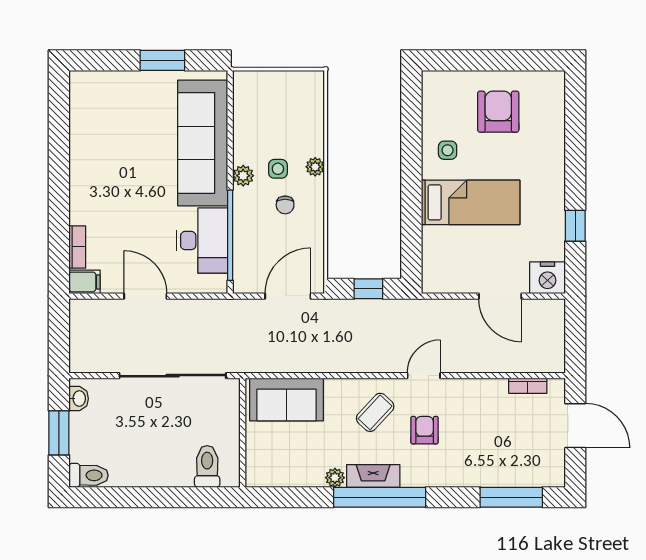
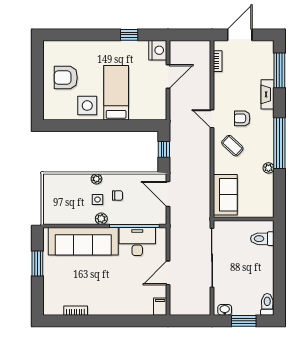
side table: (448, 150) -> (87, 106), width x1.87, depth x1.87
bookcase: (77, 247) -> (76, 311), moved
fireplace: (373, 476) -> (268, 94), moved

